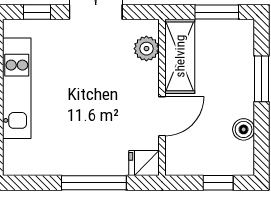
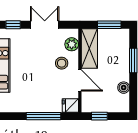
stool: (128, 84) -> (62, 63), added
door: (162, 116) -> (80, 80), hinge flipped
window: (218, 183) -> (99, 116), moved

